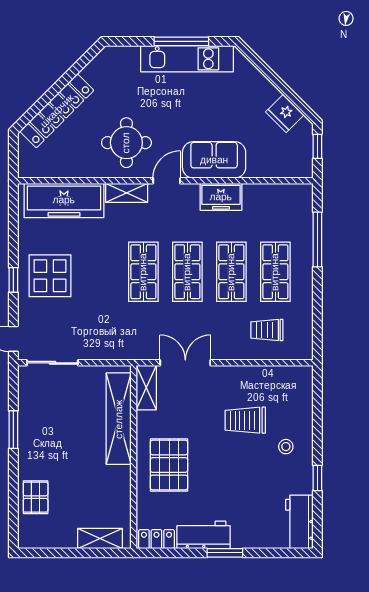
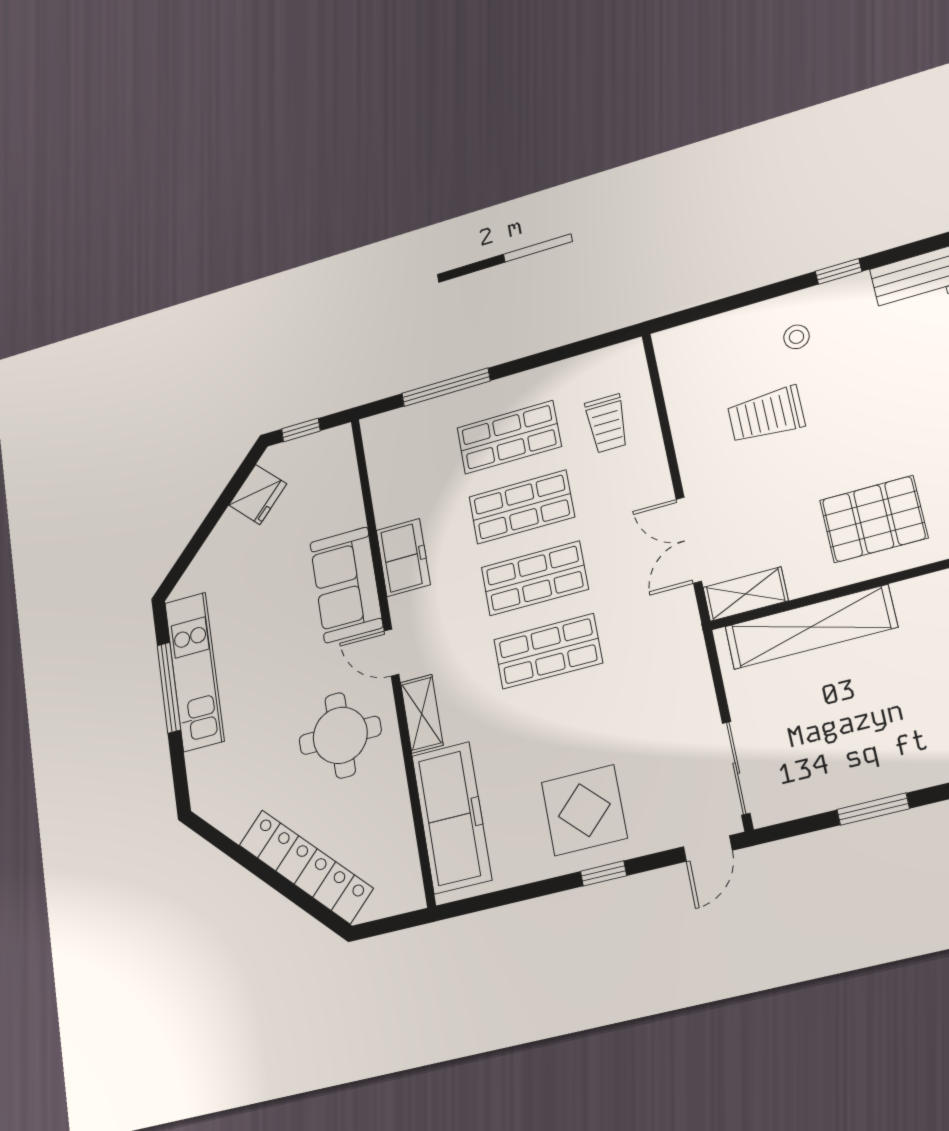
trolley: (245, 420) -> (766, 415), turned 90

